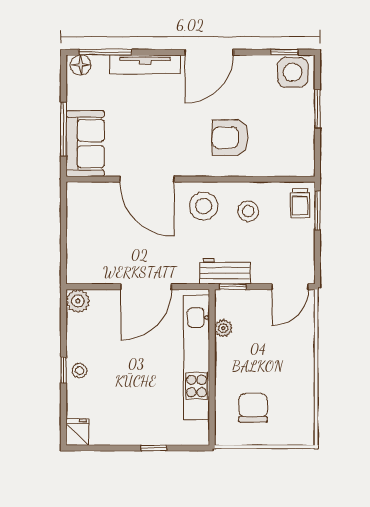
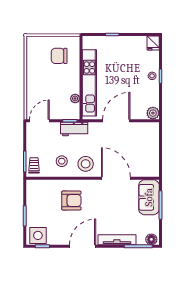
chair: (253, 408) -> (59, 56), turned 90

